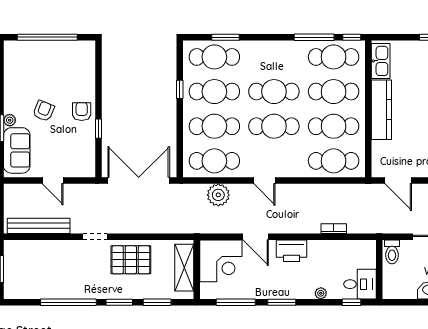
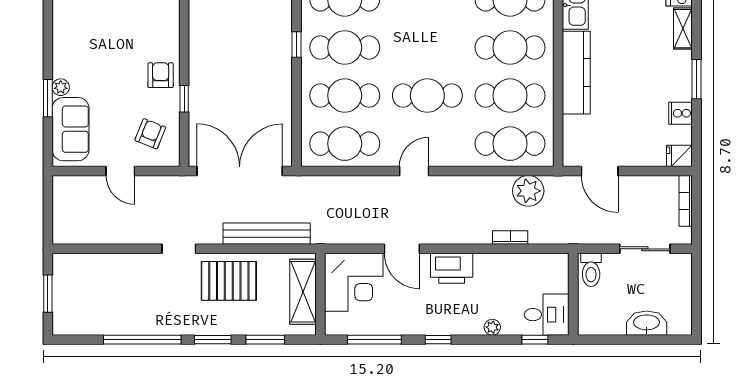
cafe table: (274, 92) -> (427, 47), removed
armchair: (44, 111) -> (150, 134), moved
door: (264, 181) -> (414, 171), swing flipped
plant: (218, 195) -> (528, 191), moved
bench: (39, 226) -> (267, 234), moved
window: (282, 302) -> (438, 340), width x0.67

